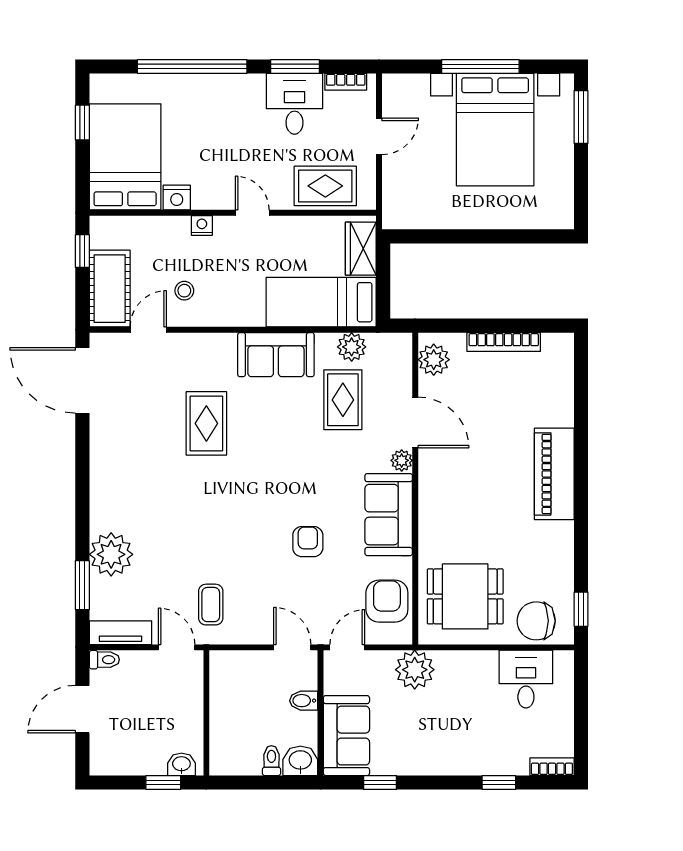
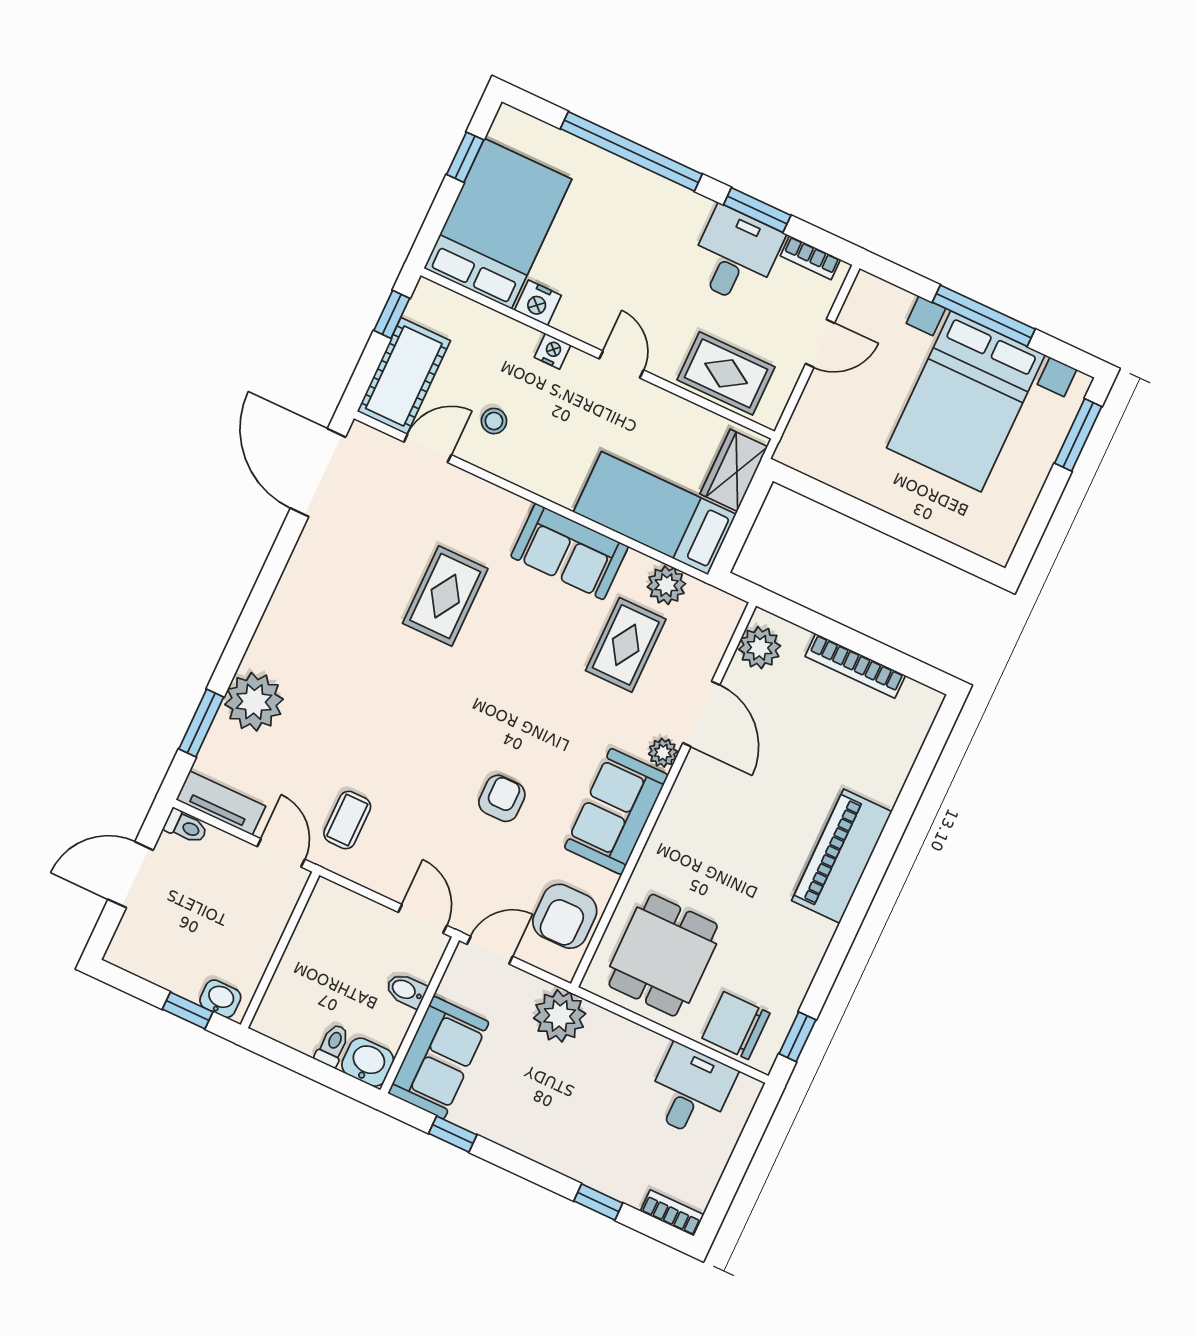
dining table: (465, 596) -> (663, 955), turned 90
armchair: (387, 601) -> (565, 916), turned 180

